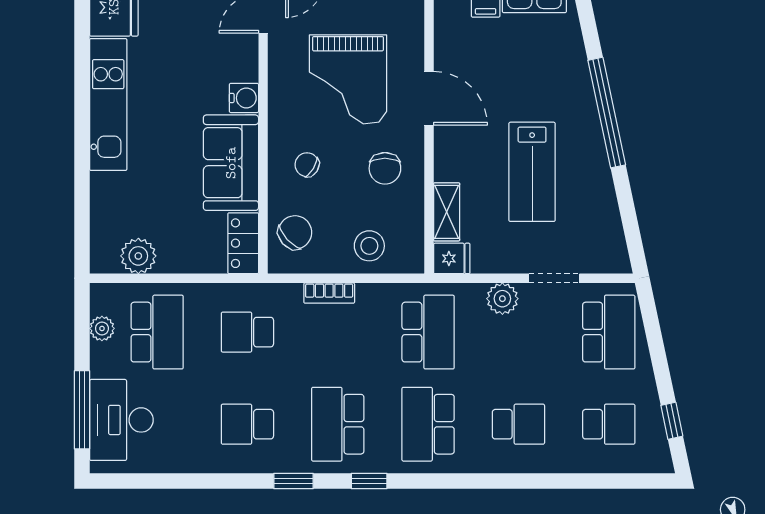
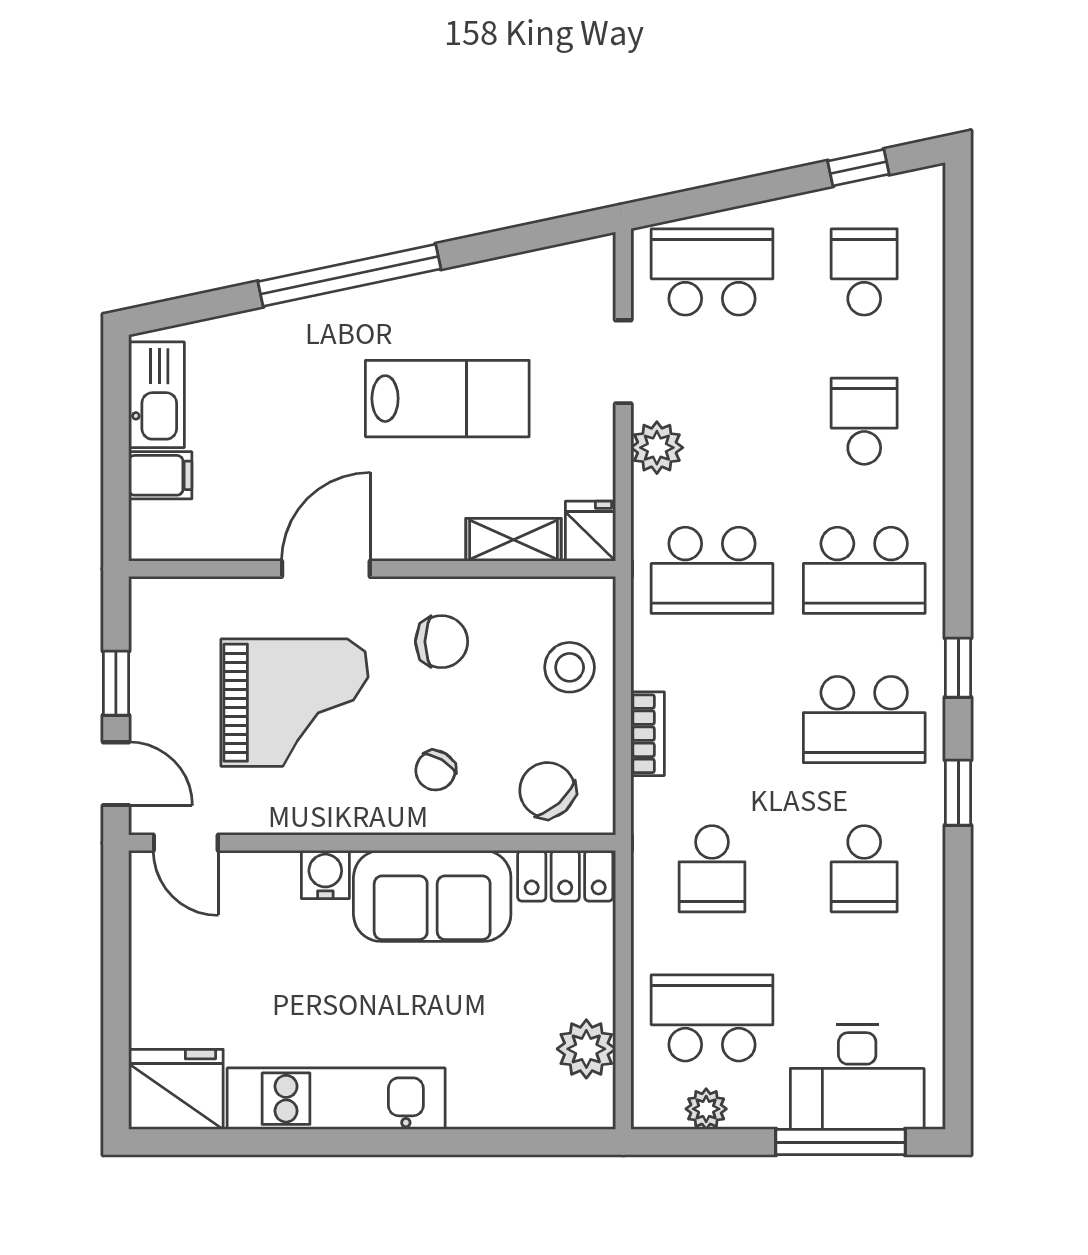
school desk: (428, 332) -> (712, 570), turned 180

